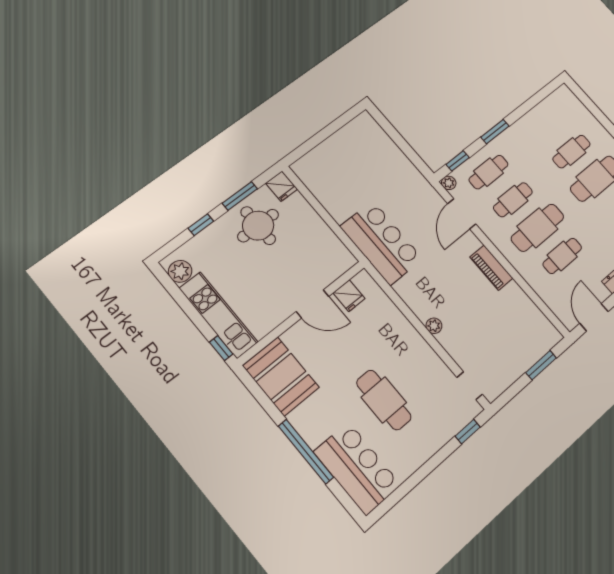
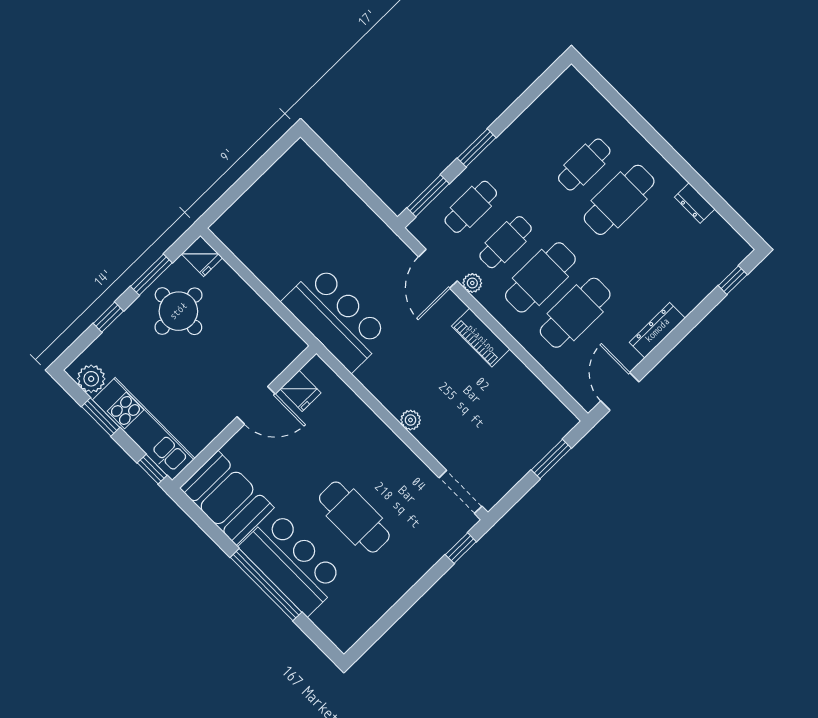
window: (458, 161) -> (428, 196), width x1.50
plant: (449, 183) -> (472, 283), moved
cafe table: (562, 256) -> (575, 313), width x1.37, depth x1.35
window: (184, 302) -> (101, 417), added
doorway: (470, 386) -> (460, 492), width x1.38
bar counter: (357, 468) -> (292, 563), moved

